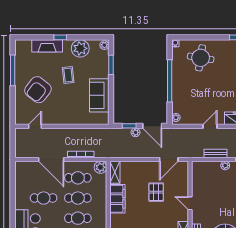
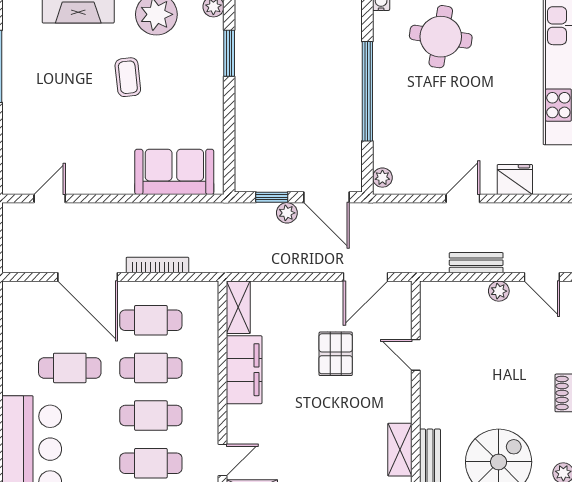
armchair: (38, 90) -> (57, 112), removed
sofa: (99, 95) -> (174, 172), moved, turned 90
plant: (100, 167) -> (204, 295), removed
door: (190, 203) -> (416, 355), moved

